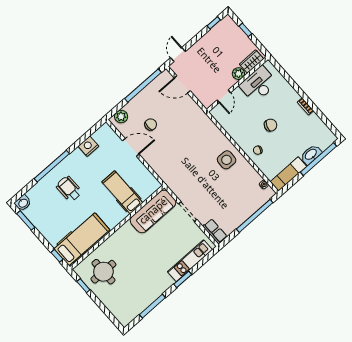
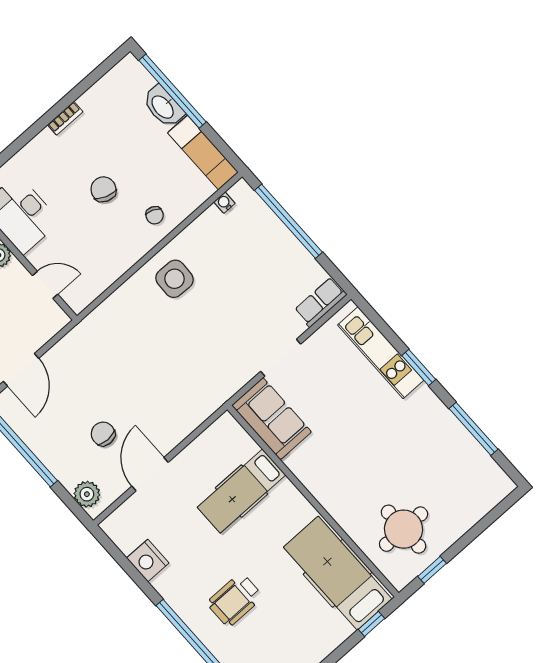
sofa: (153, 211) -> (272, 419), width x0.73

